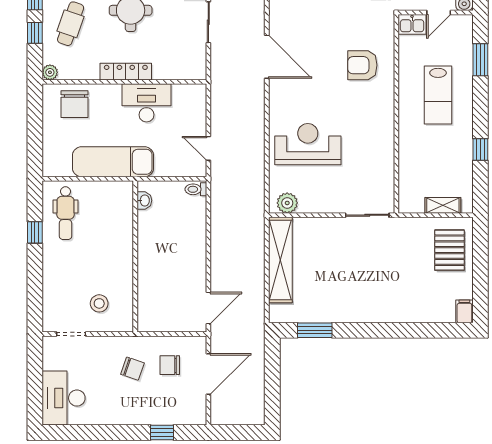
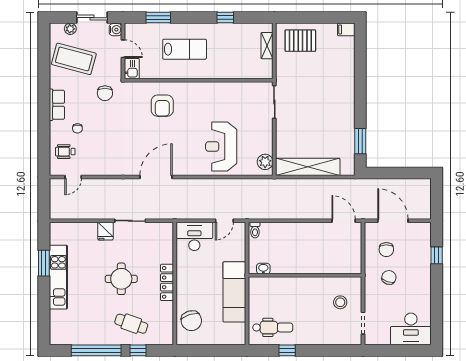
plant: (50, 72) -> (168, 339), removed
desk: (147, 103) -> (194, 236), moved, turned 90
chair: (75, 104) -> (191, 321), turned 73

